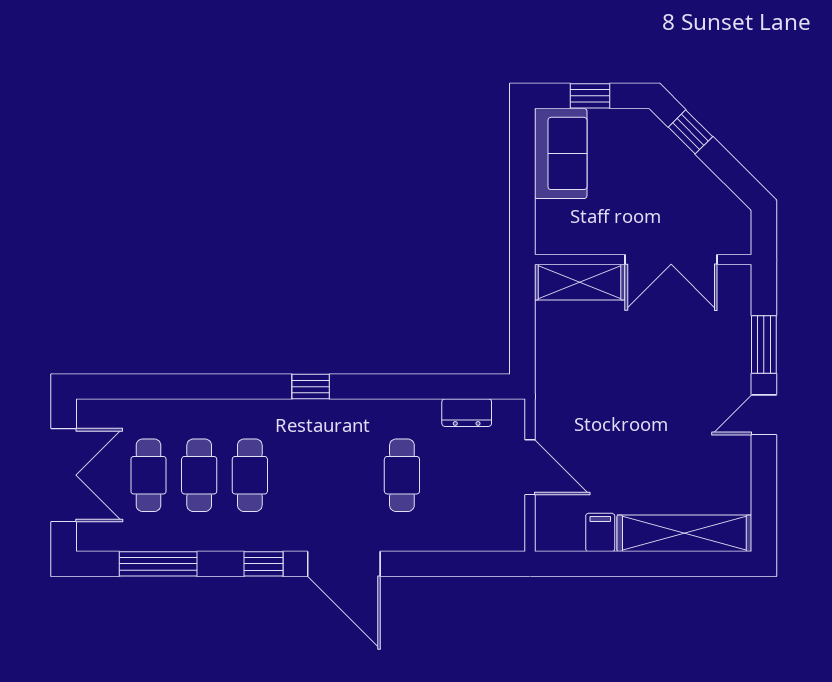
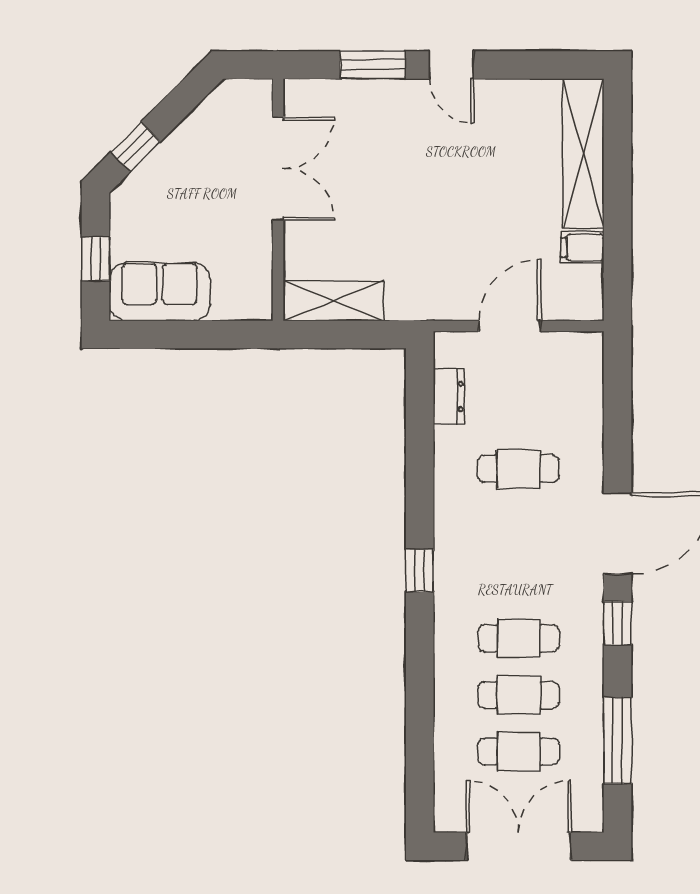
shelving: (580, 282) -> (333, 301), moved, turned 90

